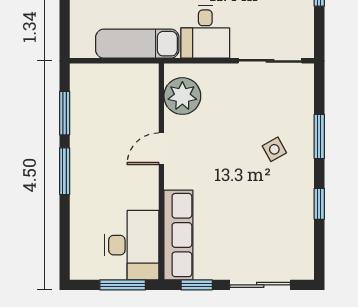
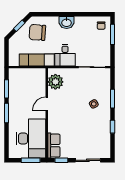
row of seats: (178, 235) -> (54, 146), width x0.68
desk: (132, 245) -> (31, 139), width x1.36, depth x1.30

